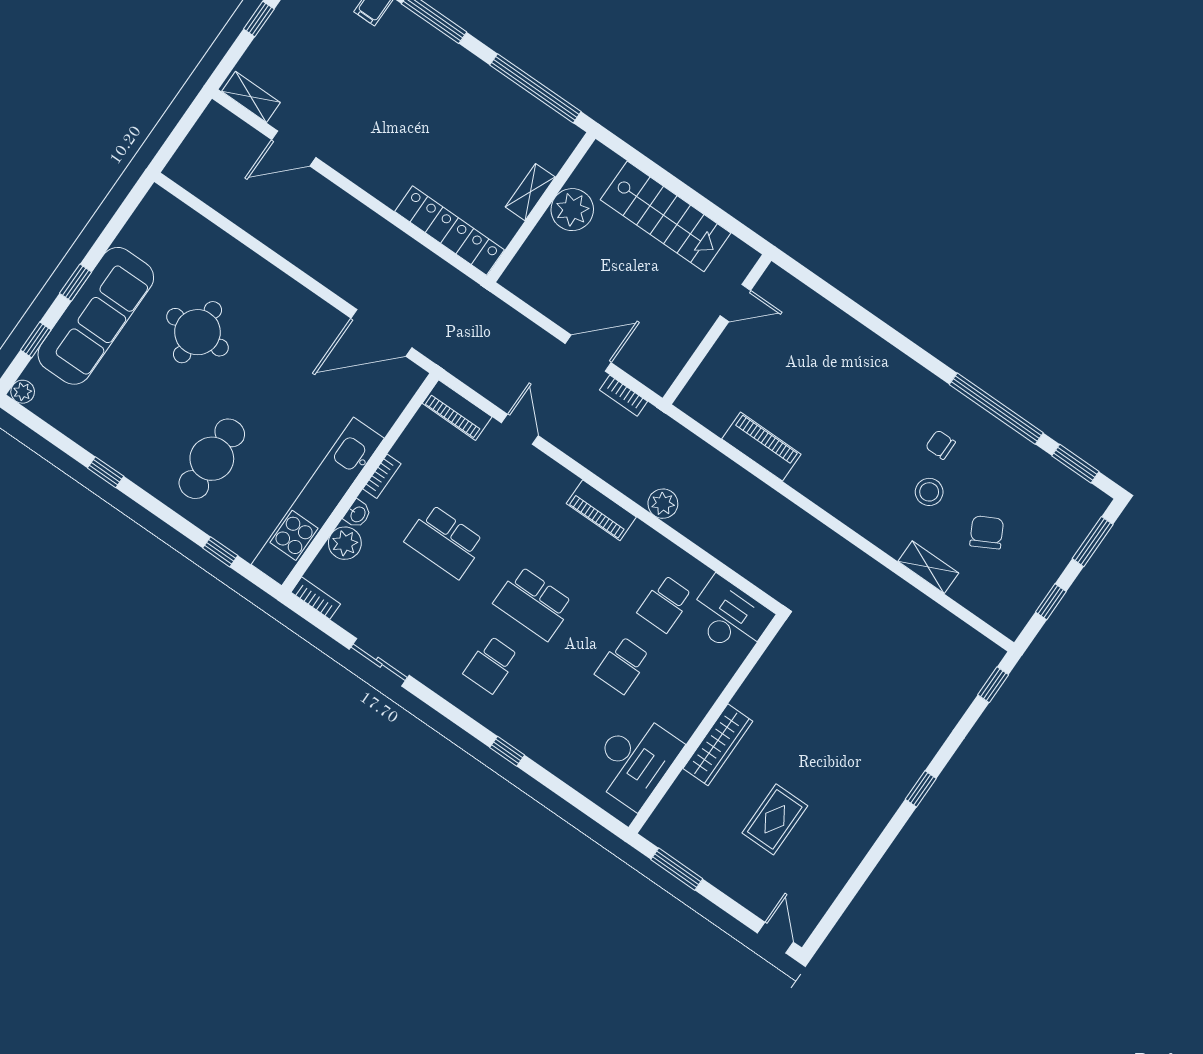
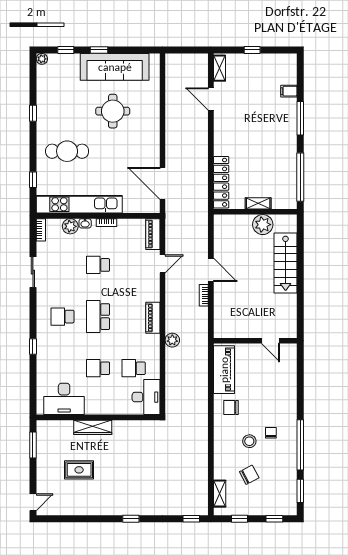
door: (735, 303) -> (271, 341), moved
sofa: (96, 316) -> (115, 67), moved
wall: (717, 329) -> (255, 341), moved
piano: (761, 447) -> (224, 370), width x1.37, depth x1.33
chair: (849, 483) -> (231, 408), added
school desk: (445, 541) -> (98, 265), width x0.54
window: (1093, 542) -> (274, 519), width x0.67
shelving: (928, 567) -> (220, 494), moved

